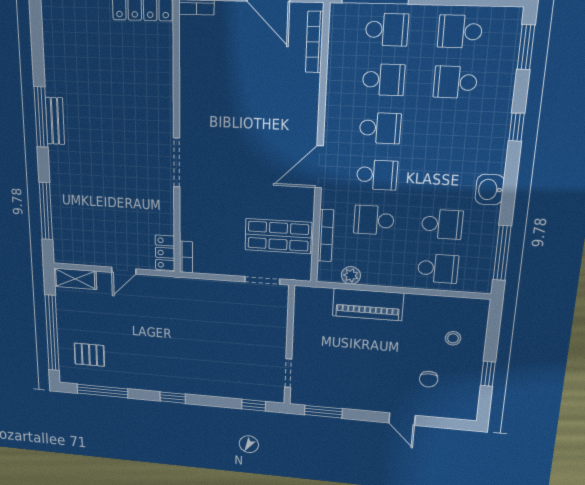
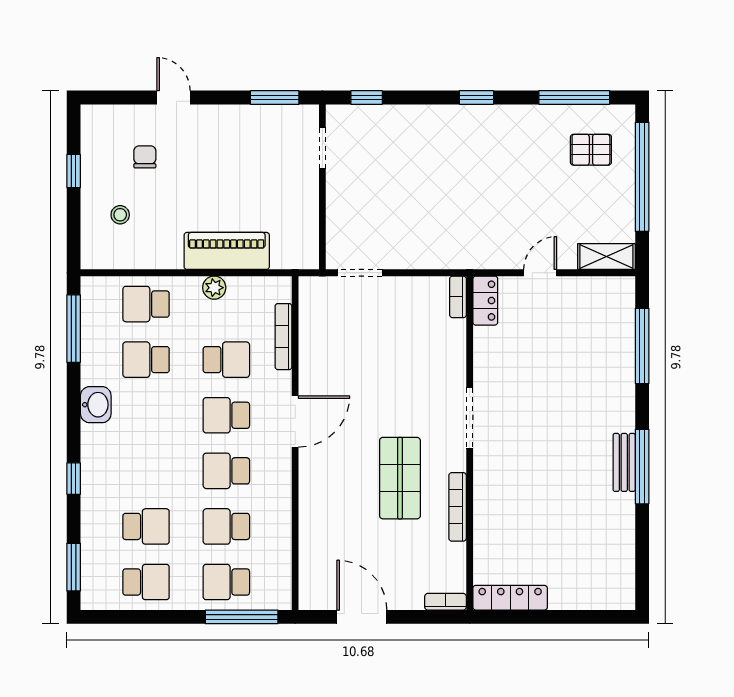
bookcase: (314, 42) -> (458, 507), moved, turned 180
shop shelf: (278, 236) -> (400, 478), moved, turned 90
plant: (351, 275) -> (214, 288), moved

